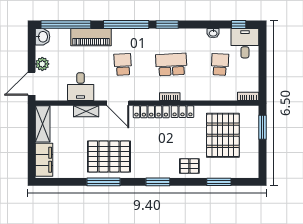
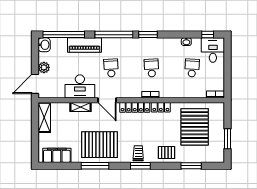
school desk: (171, 64) -> (152, 68), width x0.54
desk: (81, 87) -> (80, 86), width x1.37
window: (262, 127) -> (228, 139), moved
filing cabinet: (44, 160) -> (57, 155), moved, turned -90
trolley: (155, 167) -> (138, 153), added

